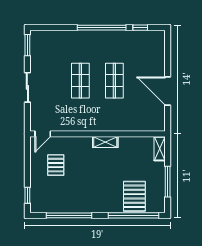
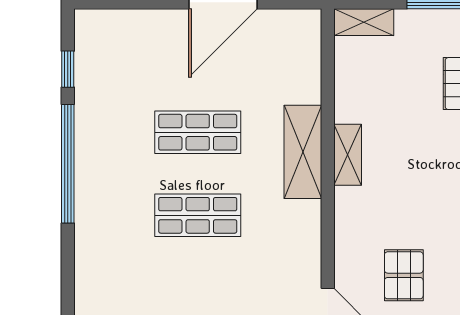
shelving: (106, 124) -> (303, 152), added
pallet: (56, 165) -> (404, 275), turned 90

